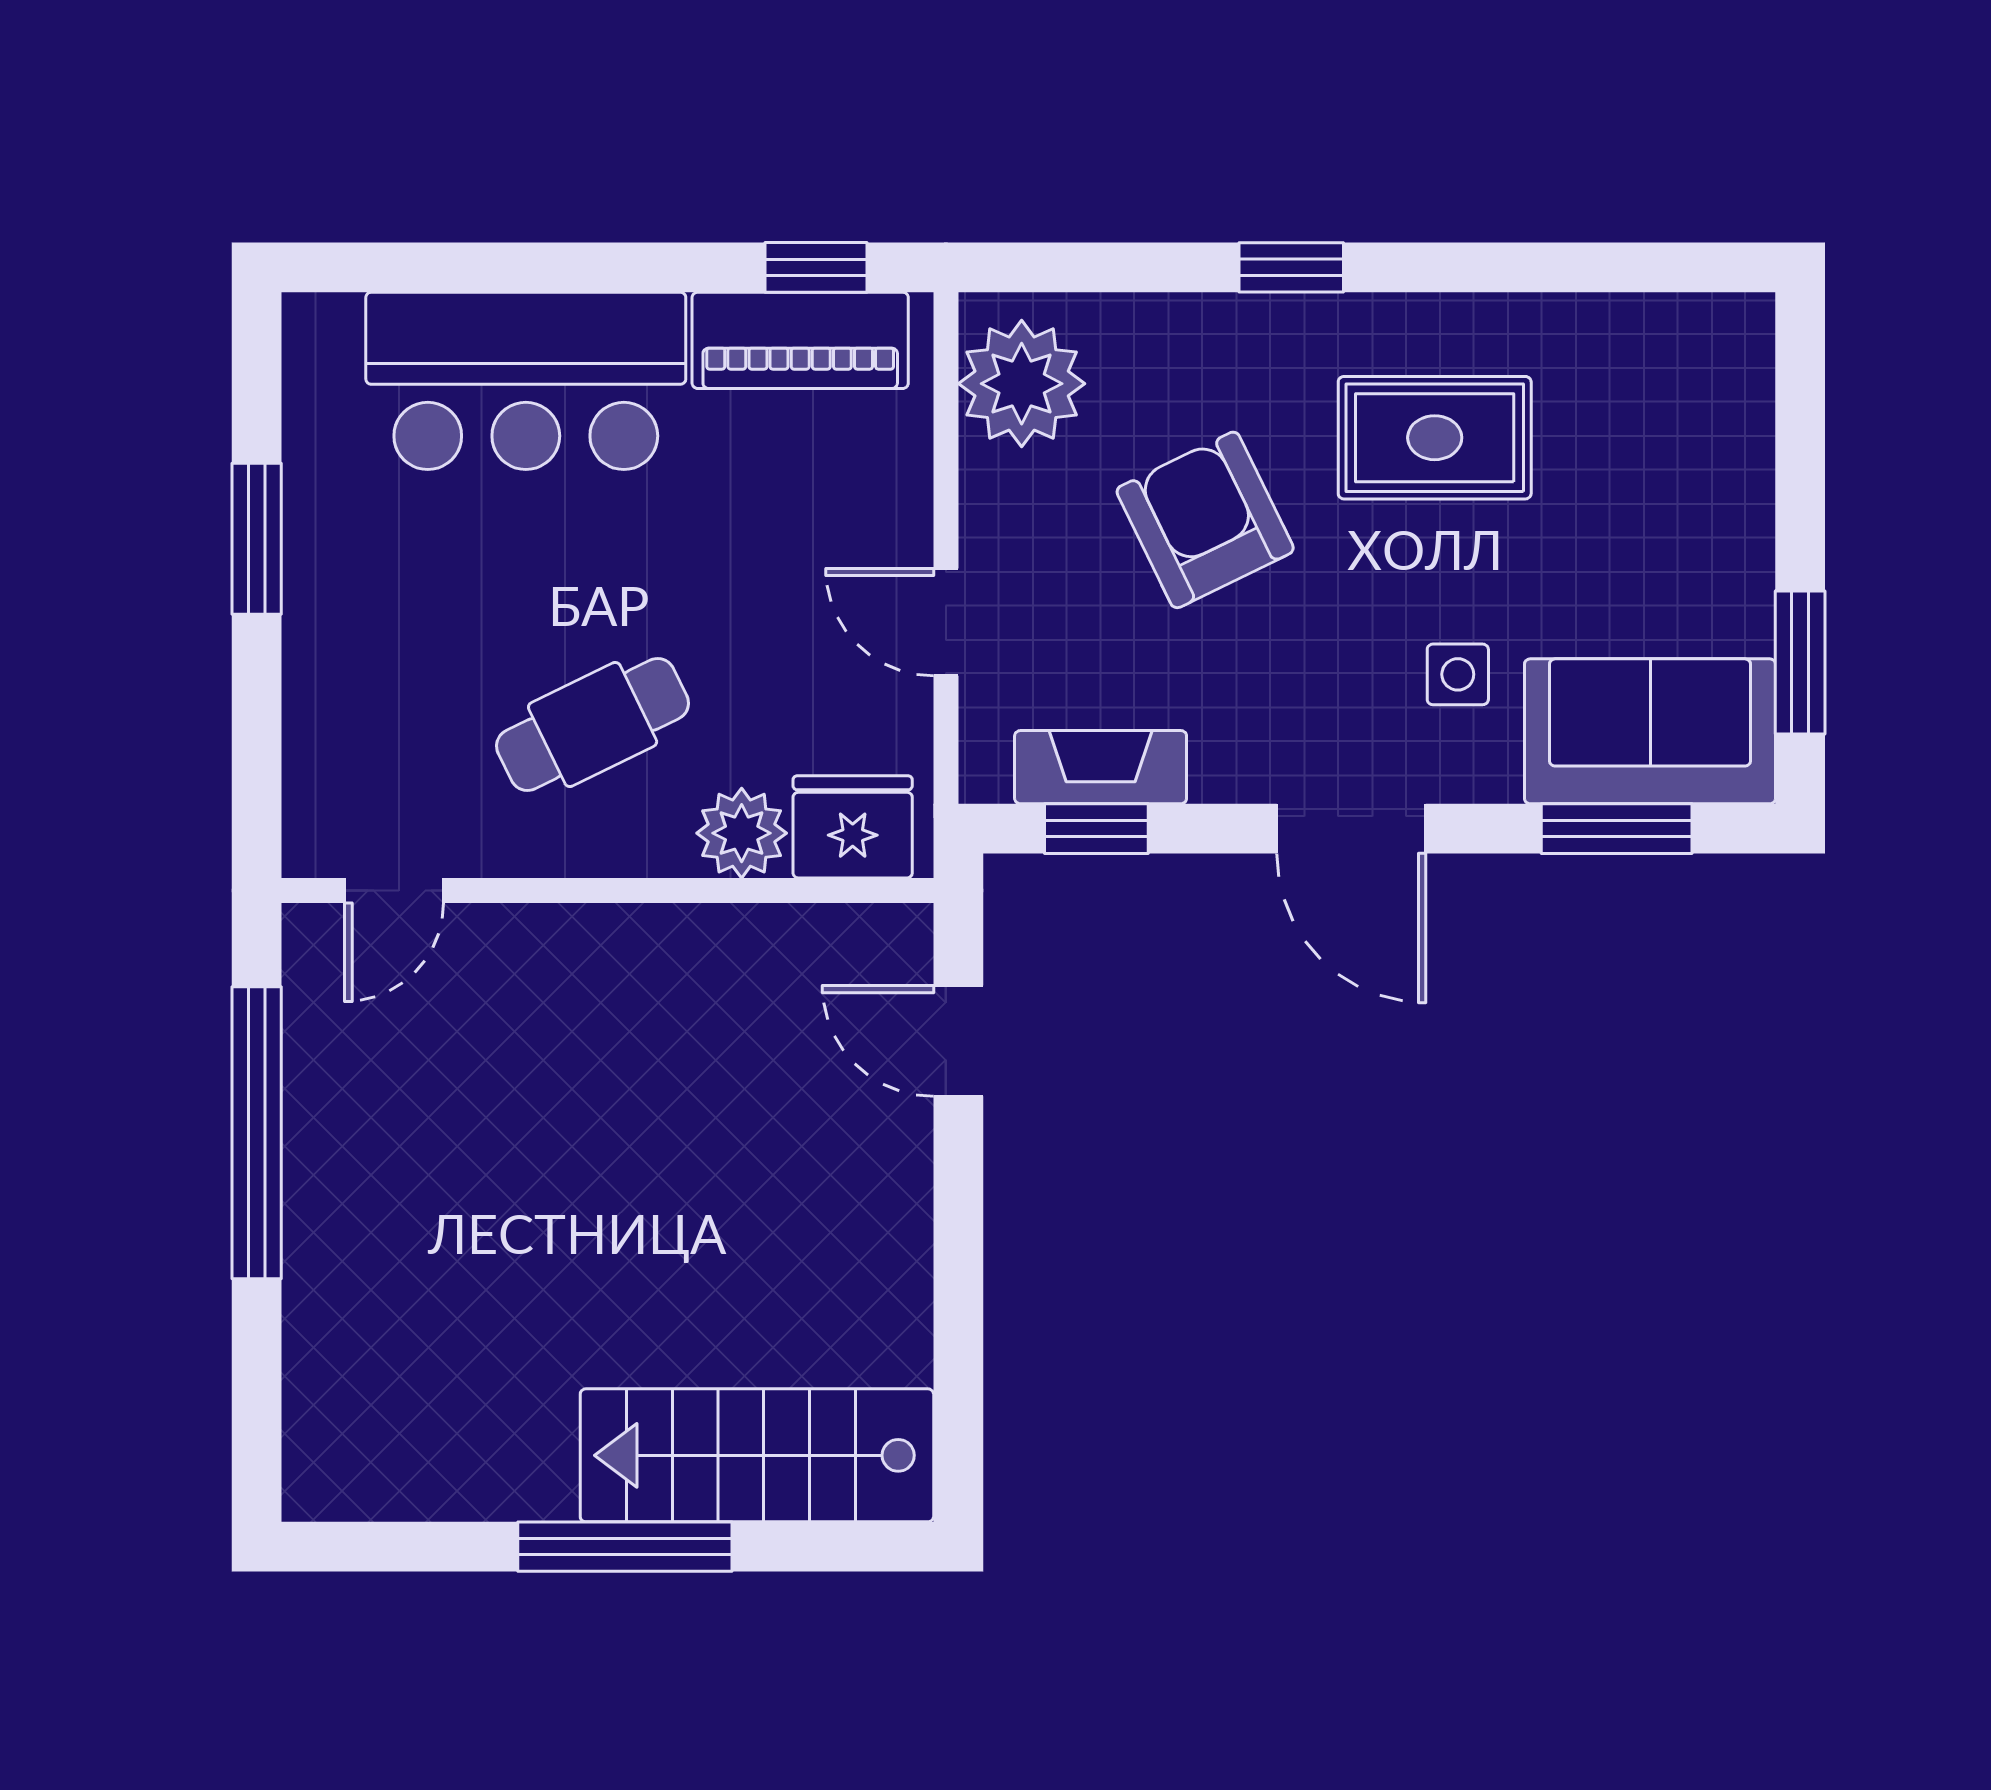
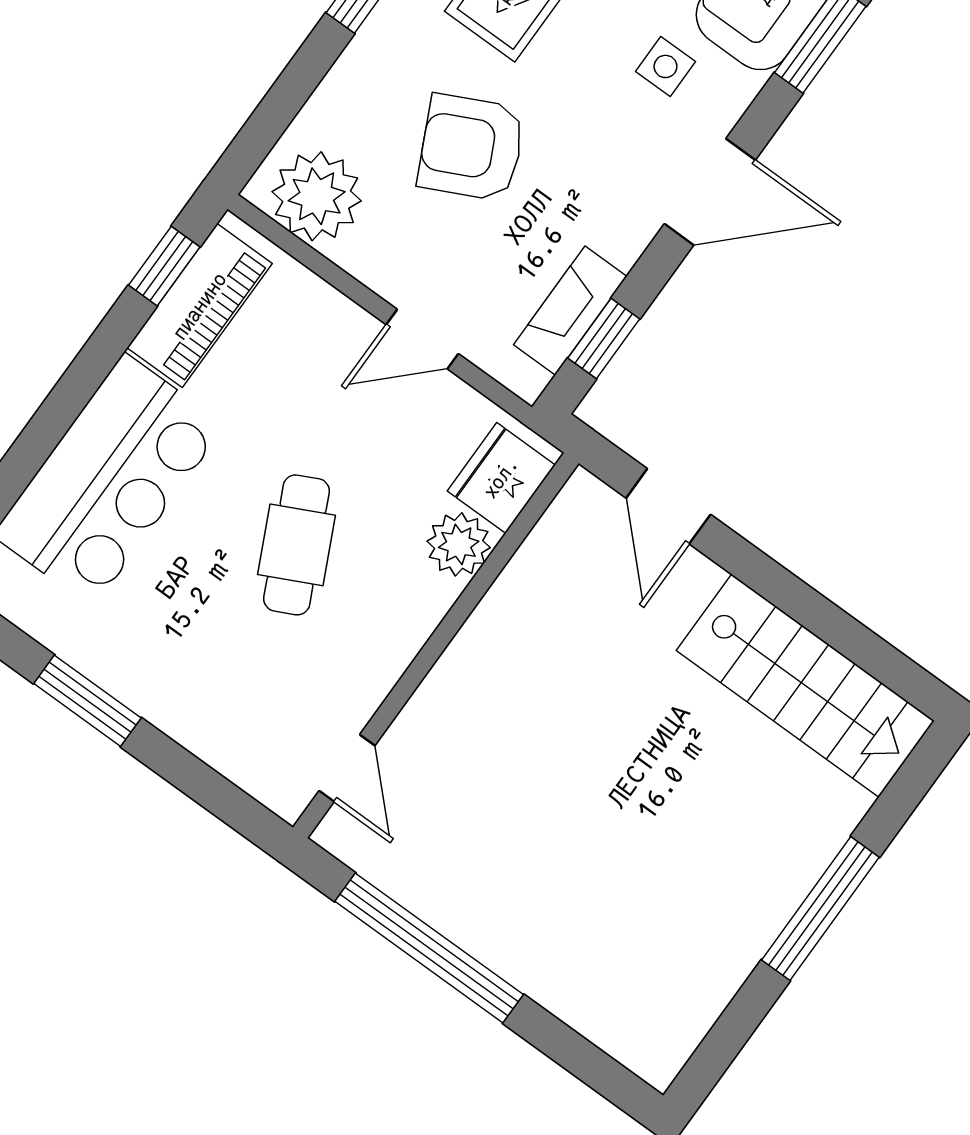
cafe table: (593, 725) -> (296, 545), moved
door: (958, 1041) -> (668, 506), hinge flipped
stairs: (757, 1455) -> (805, 686), moved, turned -90

